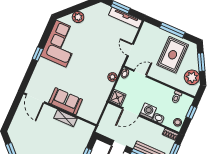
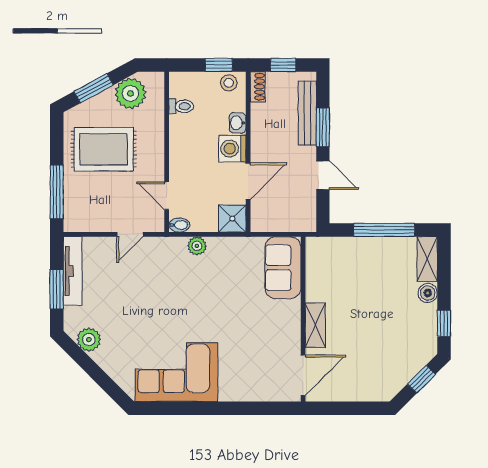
plant: (78, 17) -> (89, 340), moved
window: (172, 30) -> (57, 192), moved
window: (38, 54) -> (216, 408), removed
sofa: (66, 101) -> (283, 268), moved
door: (131, 112) -> (248, 181), hinge flipped
window: (191, 112) -> (219, 65), moved
shelving: (65, 118) -> (315, 325), moved

